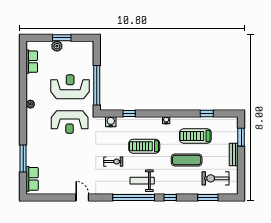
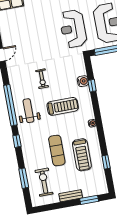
water cooler: (111, 122) -> (83, 81), moved
treadmill: (195, 136) -> (82, 155), turned 180
treadmill: (144, 146) -> (63, 106), turned 90

